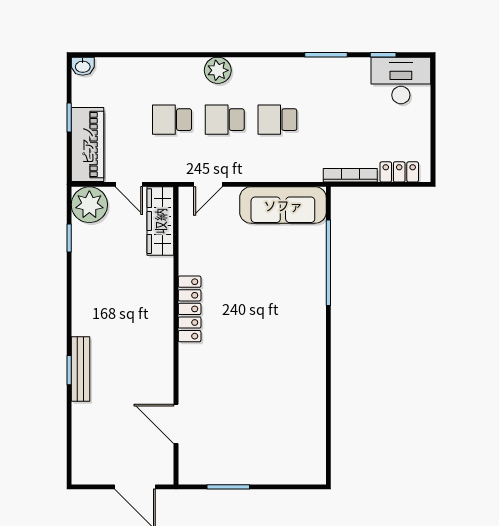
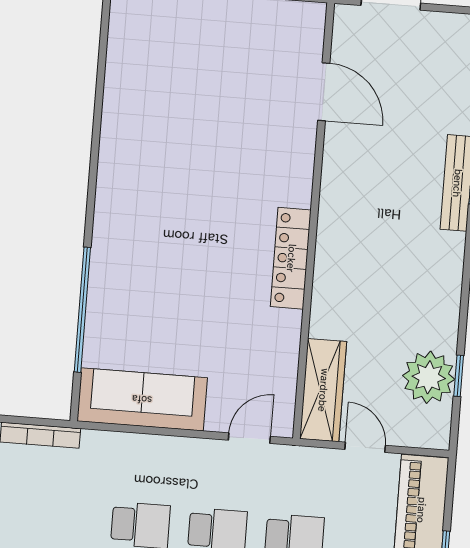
plant: (89, 205) -> (429, 377), moved

